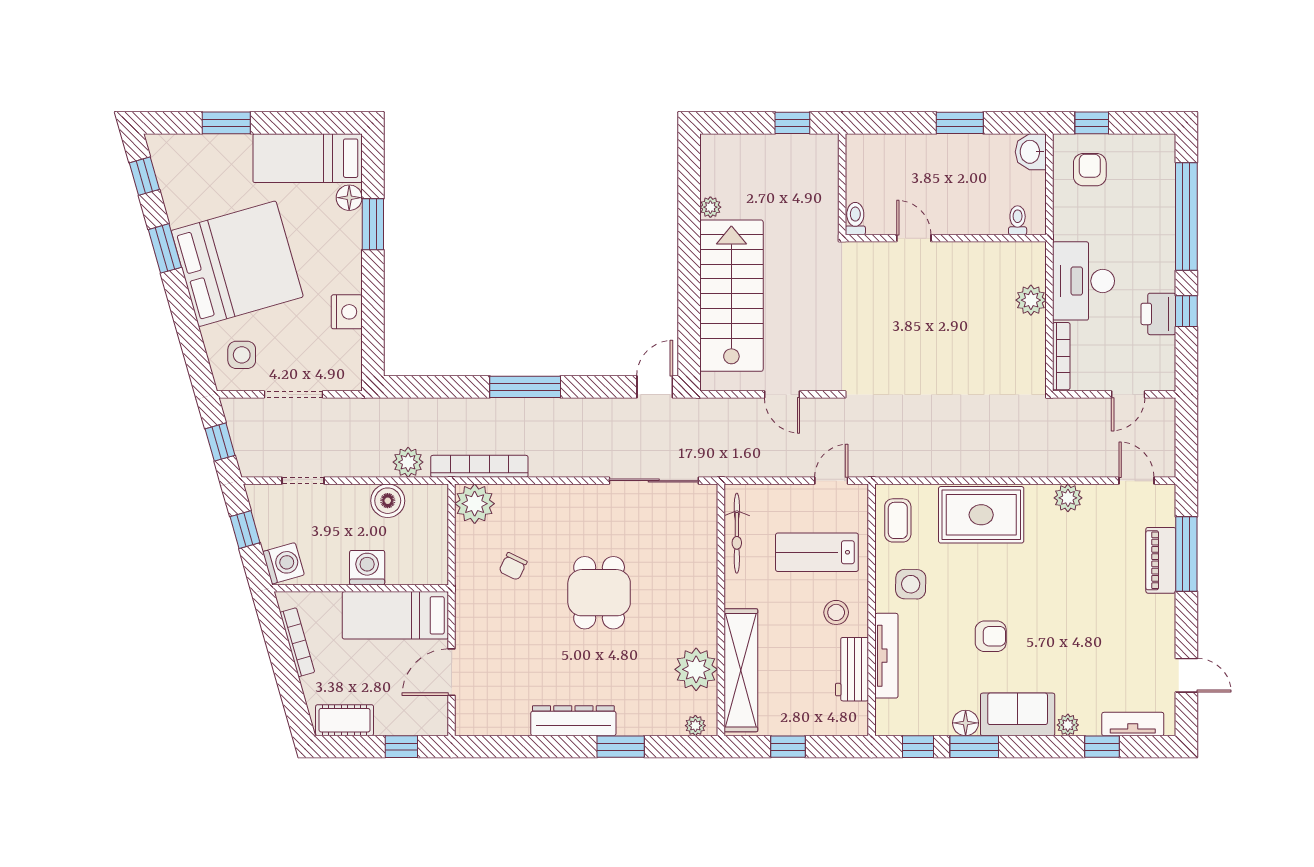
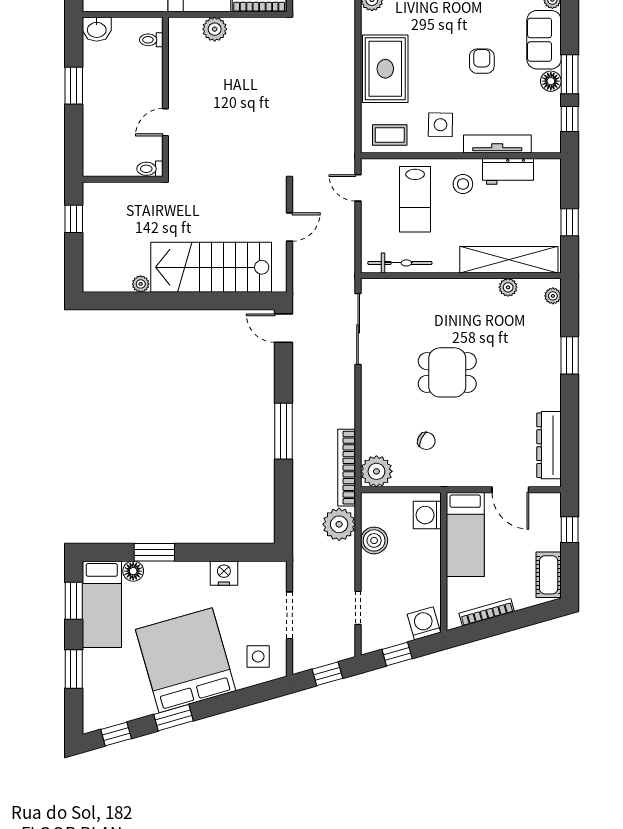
window: (312, 123) -> (74, 601), added
plant: (408, 462) -> (339, 524), width x1.36, depth x1.36
washing machine: (367, 568) -> (427, 515), moved
plant: (696, 669) -> (508, 287), width x0.53, depth x0.53
dresser: (573, 721) -> (549, 445), moved

